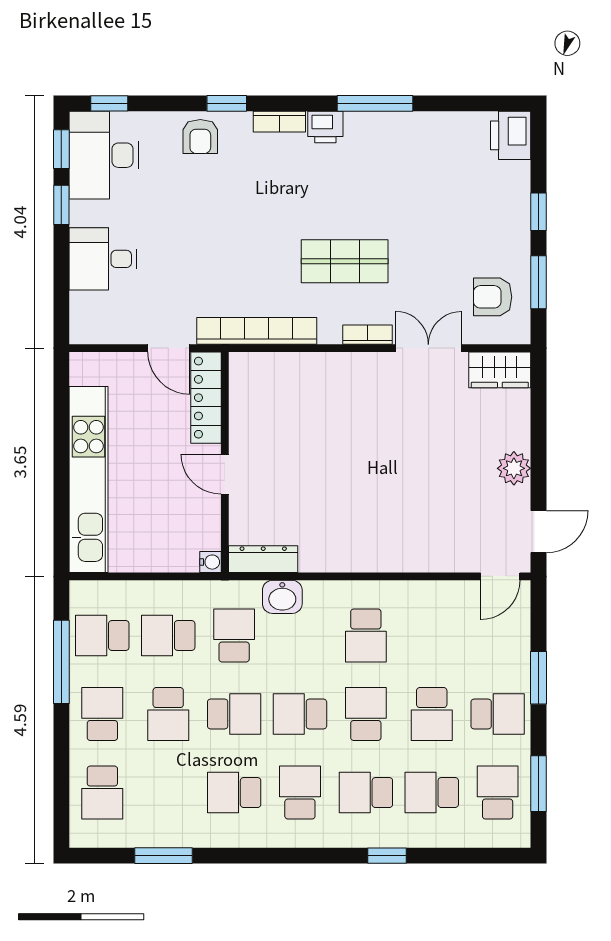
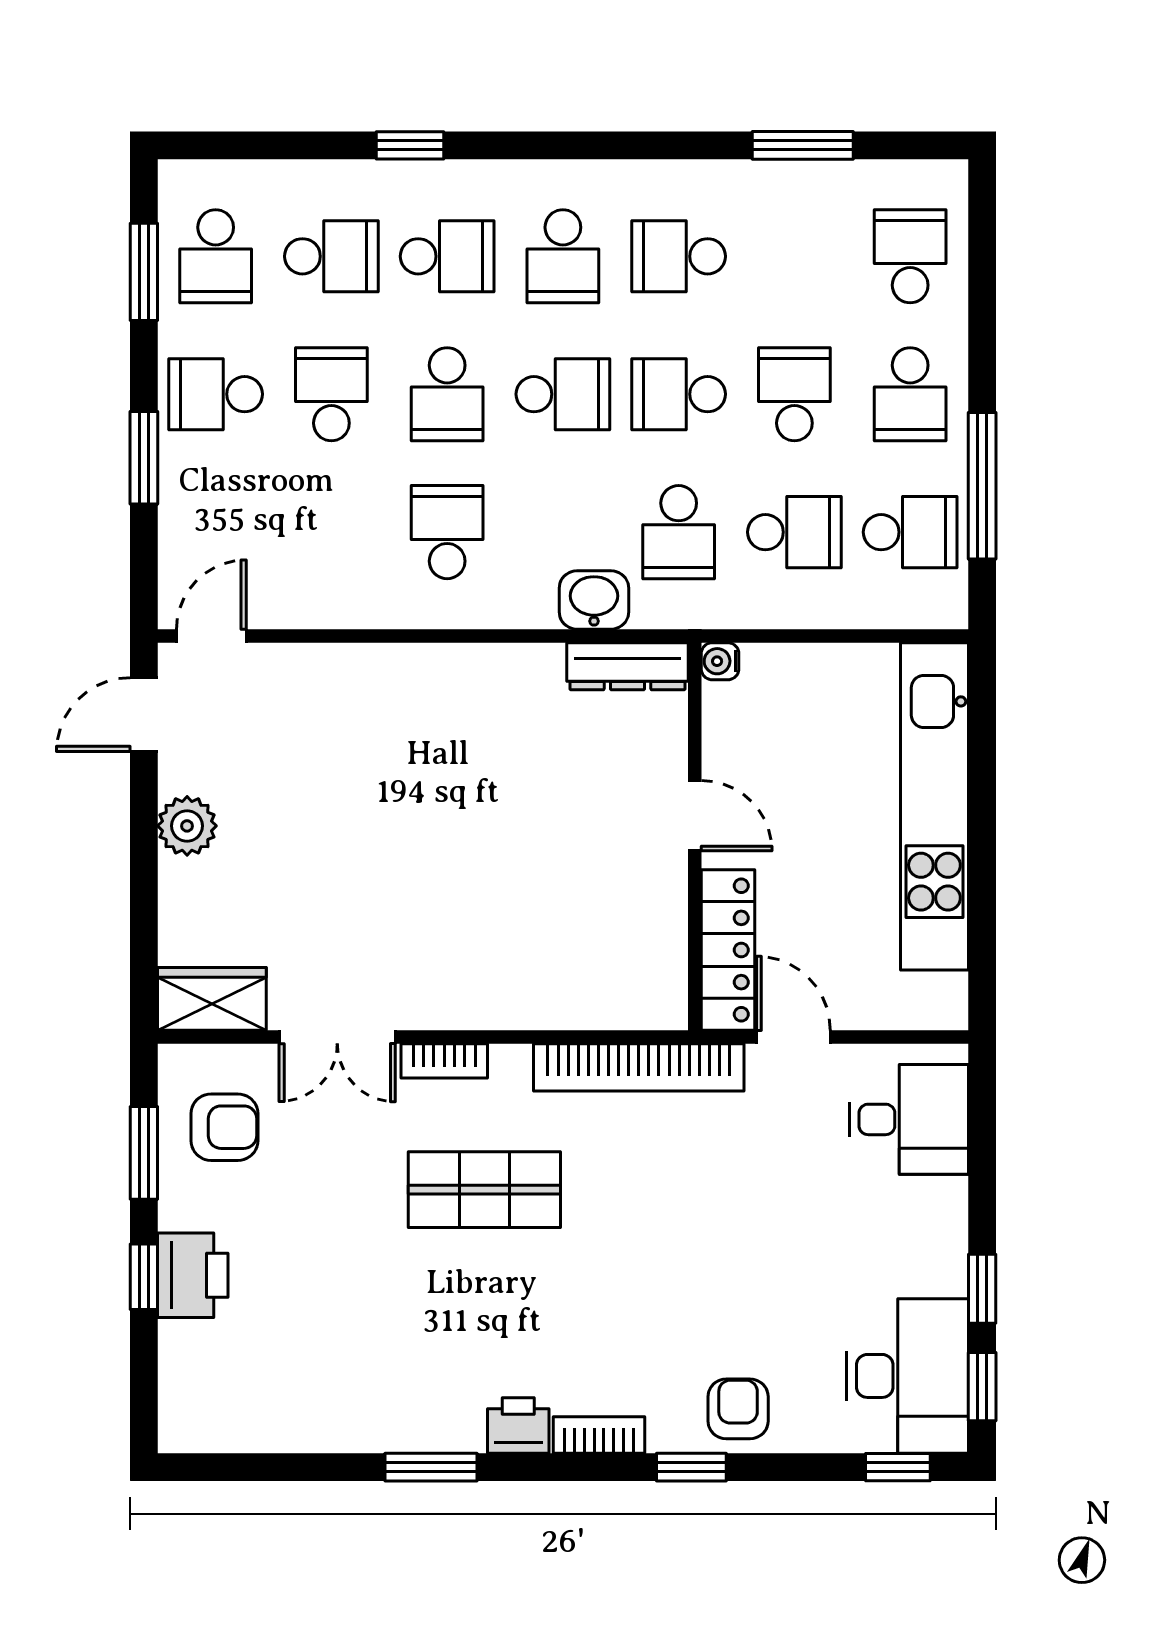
window: (375, 103) -> (431, 1467), width x0.69
printer: (511, 135) -> (193, 1275), moved
desk: (103, 259) -> (909, 1119), moved
school desk: (234, 793) -> (679, 256), turned 180

